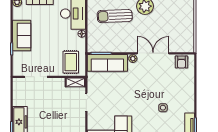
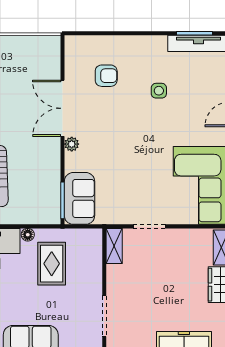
rug: (71, 62) -> (52, 264), moved, turned 90
armchair: (181, 62) -> (106, 76), moved
sofa: (107, 63) -> (80, 198), width x0.73

